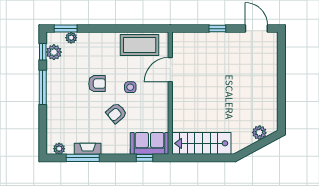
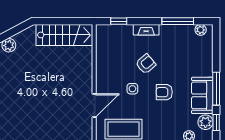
sofa: (149, 143) -> (202, 95), moved, turned 90
fireplace: (88, 149) -> (146, 30), moved

